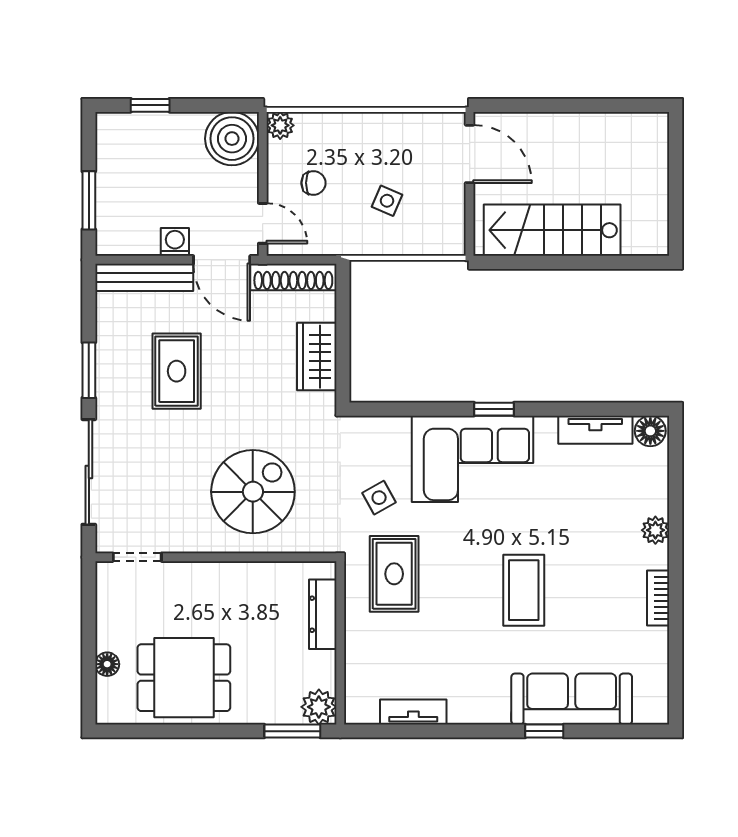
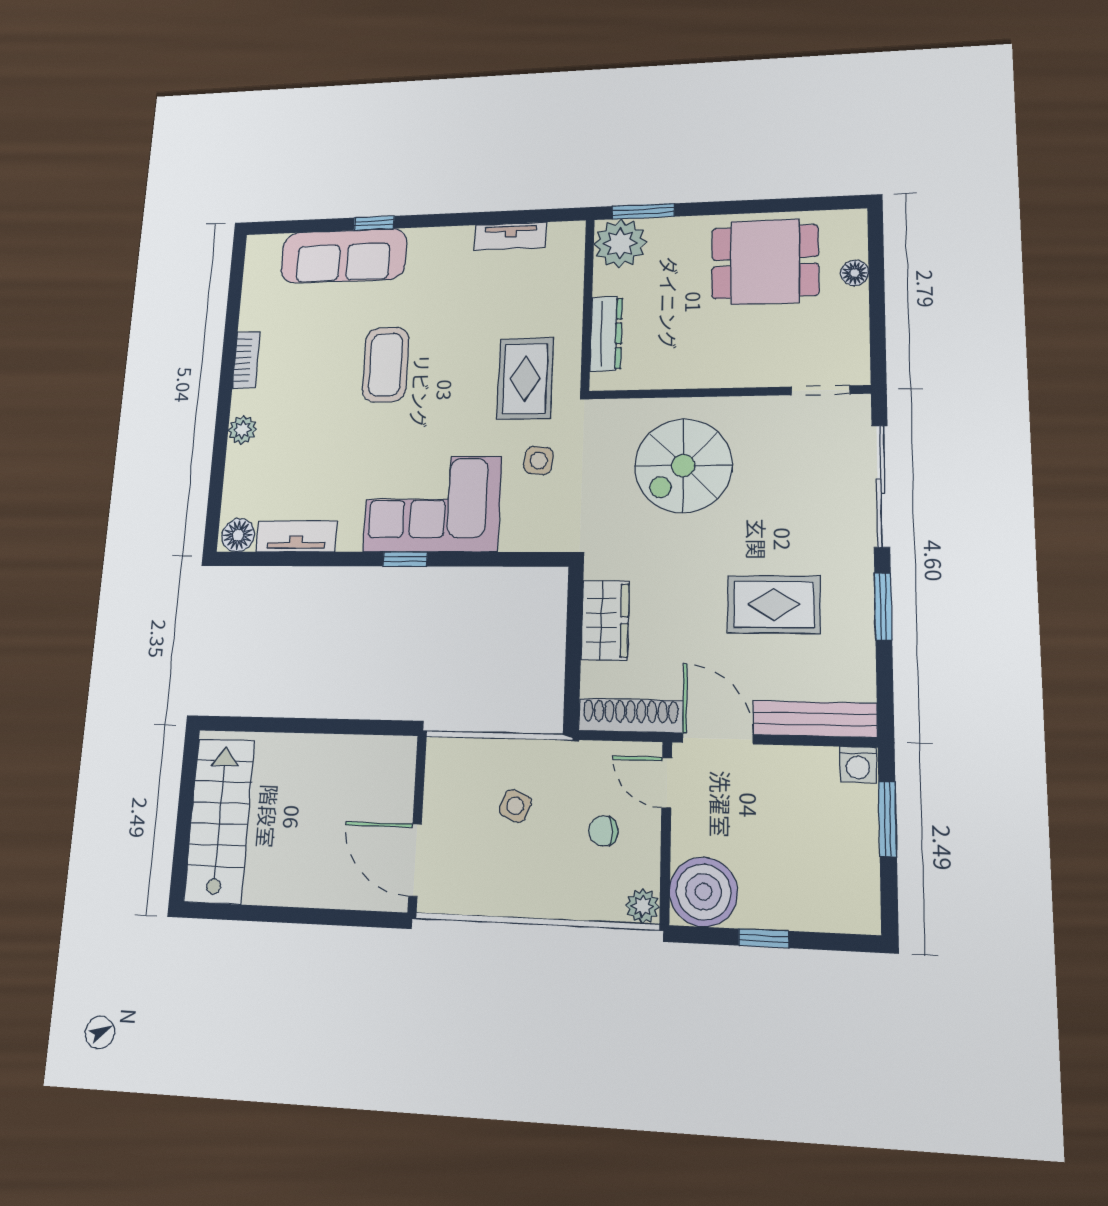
window: (150, 105) -> (764, 938), moved
stairs: (552, 230) -> (219, 821), moved, turned -90
washing machine: (175, 242) -> (858, 765), moved
rug: (177, 371) -> (774, 604), turned 90
side table: (379, 498) -> (539, 461), turned 35
plant: (319, 707) -> (620, 243), width x1.36, depth x1.36

